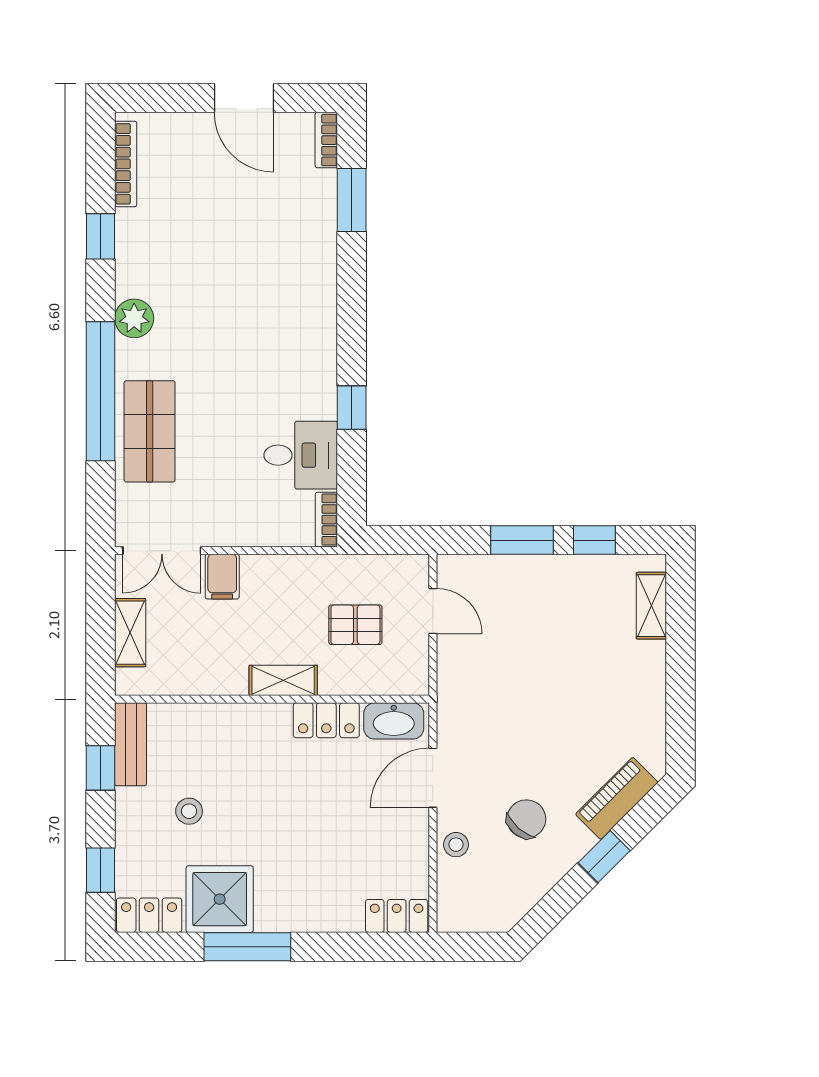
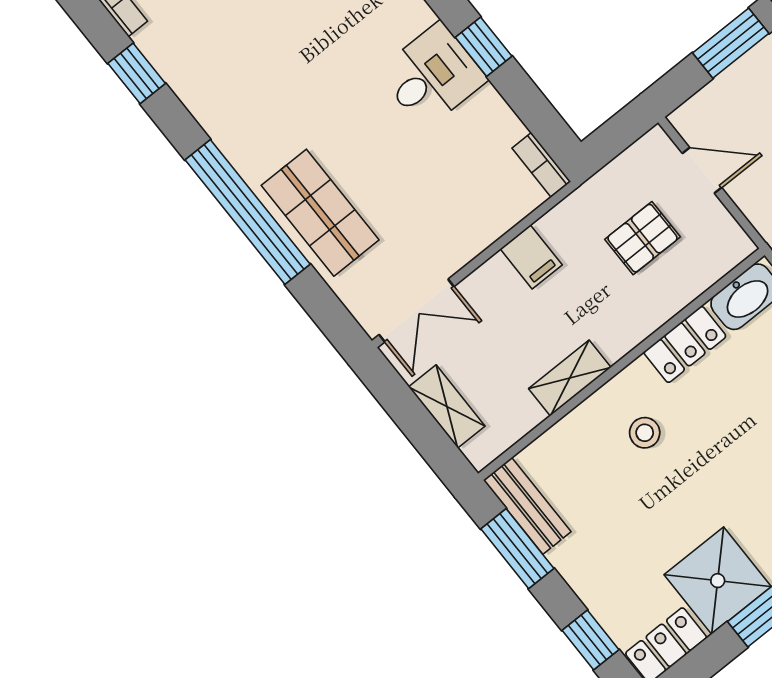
plant: (134, 318) -> (225, 123), removed
desk: (301, 455) -> (432, 76), moved
filing cabinet: (222, 577) -> (531, 257), moved
shelving: (283, 680) -> (570, 378), moved
window: (101, 768) -> (517, 549), width x1.50
stool: (189, 811) -> (645, 433), moved

